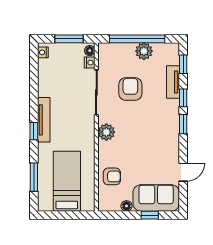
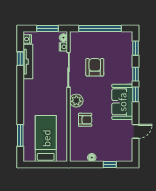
plant: (144, 51) -> (105, 38), removed
tv unit: (173, 82) -> (128, 62), removed
tv unit: (44, 120) -> (28, 62), moved
window: (34, 131) -> (20, 59), moved
armchair: (112, 176) -> (85, 120), moved
sofa: (156, 198) -> (122, 102), moved, turned -90

